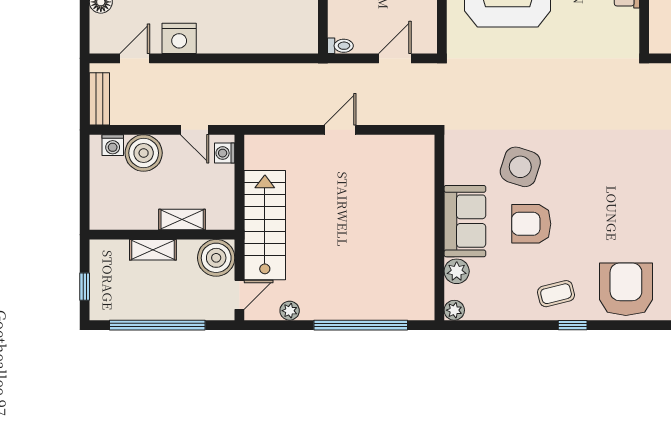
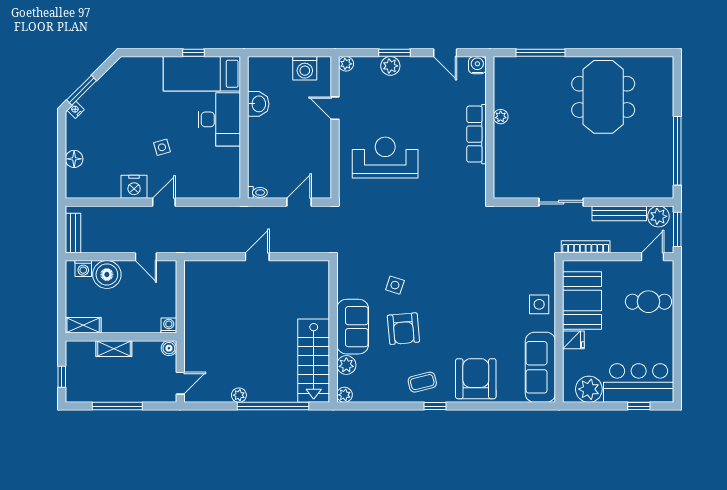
door: (135, 58) -> (164, 202), moved
washing machine: (225, 153) -> (169, 326), moved, turned 90
side table: (520, 167) -> (395, 285), width x0.54, depth x0.54
shelving: (182, 219) -> (83, 325), moved
armchair: (531, 224) -> (403, 329), turned -95
stairs: (265, 225) -> (314, 361), moved, turned 180
boiler: (216, 258) -> (169, 348), width x0.54, depth x0.54
plant: (290, 311) -> (239, 395), moved
window: (157, 325) -> (117, 406), width x0.68

